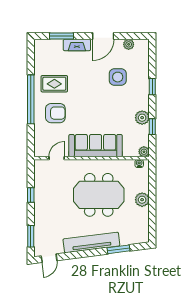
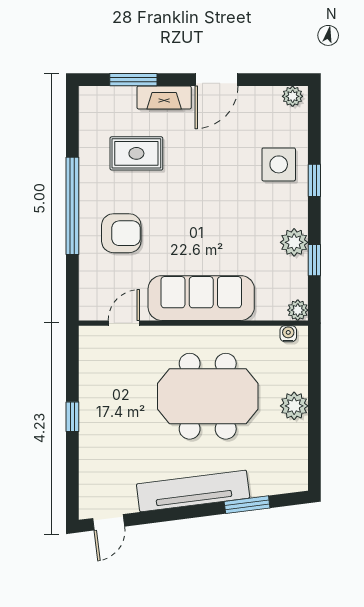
plant: (129, 44) -> (293, 96), moved
side table: (118, 77) -> (279, 164), moved
rug: (54, 84) -> (136, 153), moved
window: (31, 195) -> (72, 417), moved
window: (31, 236) -> (72, 479), removed

